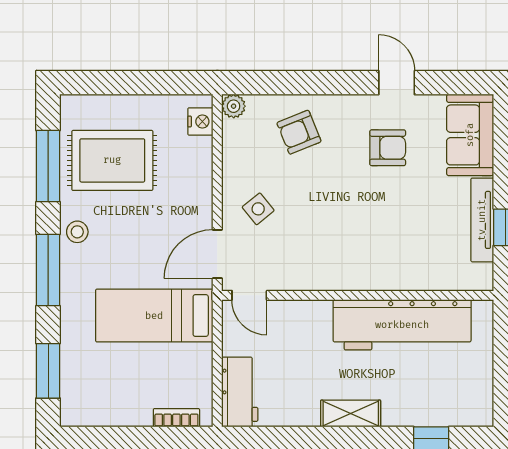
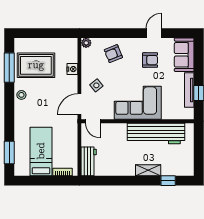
door: (397, 83) -> (154, 33), hinge flipped
nightstand: (200, 121) -> (72, 69), moved
corner sofa: (358, 251) -> (138, 103), added
window: (48, 270) -> (9, 111), removed
bed: (154, 316) -> (41, 151), moved, turned 90
shelving: (351, 414) -> (148, 170), moved

